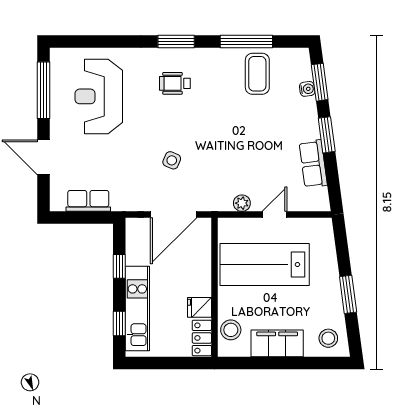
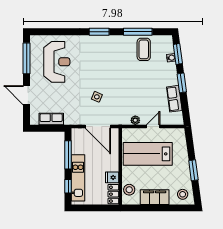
wheelchair: (175, 83) -> (99, 55), removed
reception desk: (99, 96) -> (57, 62), turned 180
door: (174, 215) -> (98, 127), hinge flipped
window: (119, 266) -> (68, 155), width x2.17

